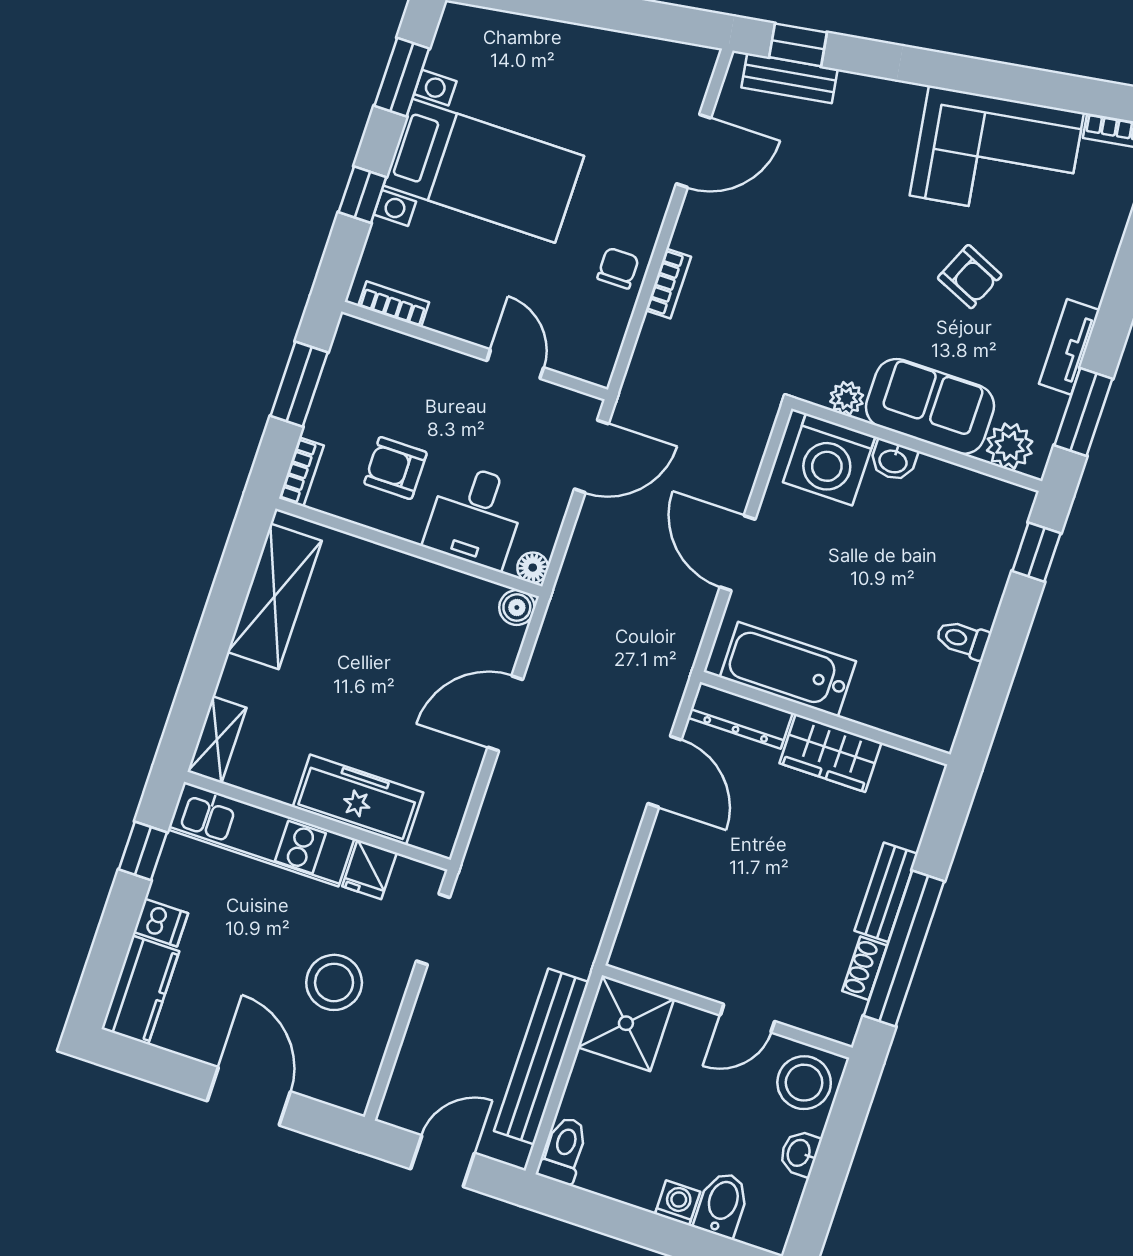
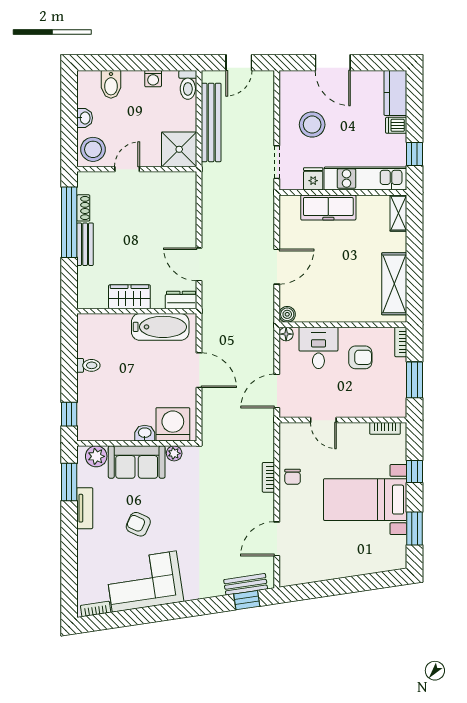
dresser: (740, 715) -> (181, 300), width x0.70
washing machine: (678, 1203) -> (153, 79), moved

